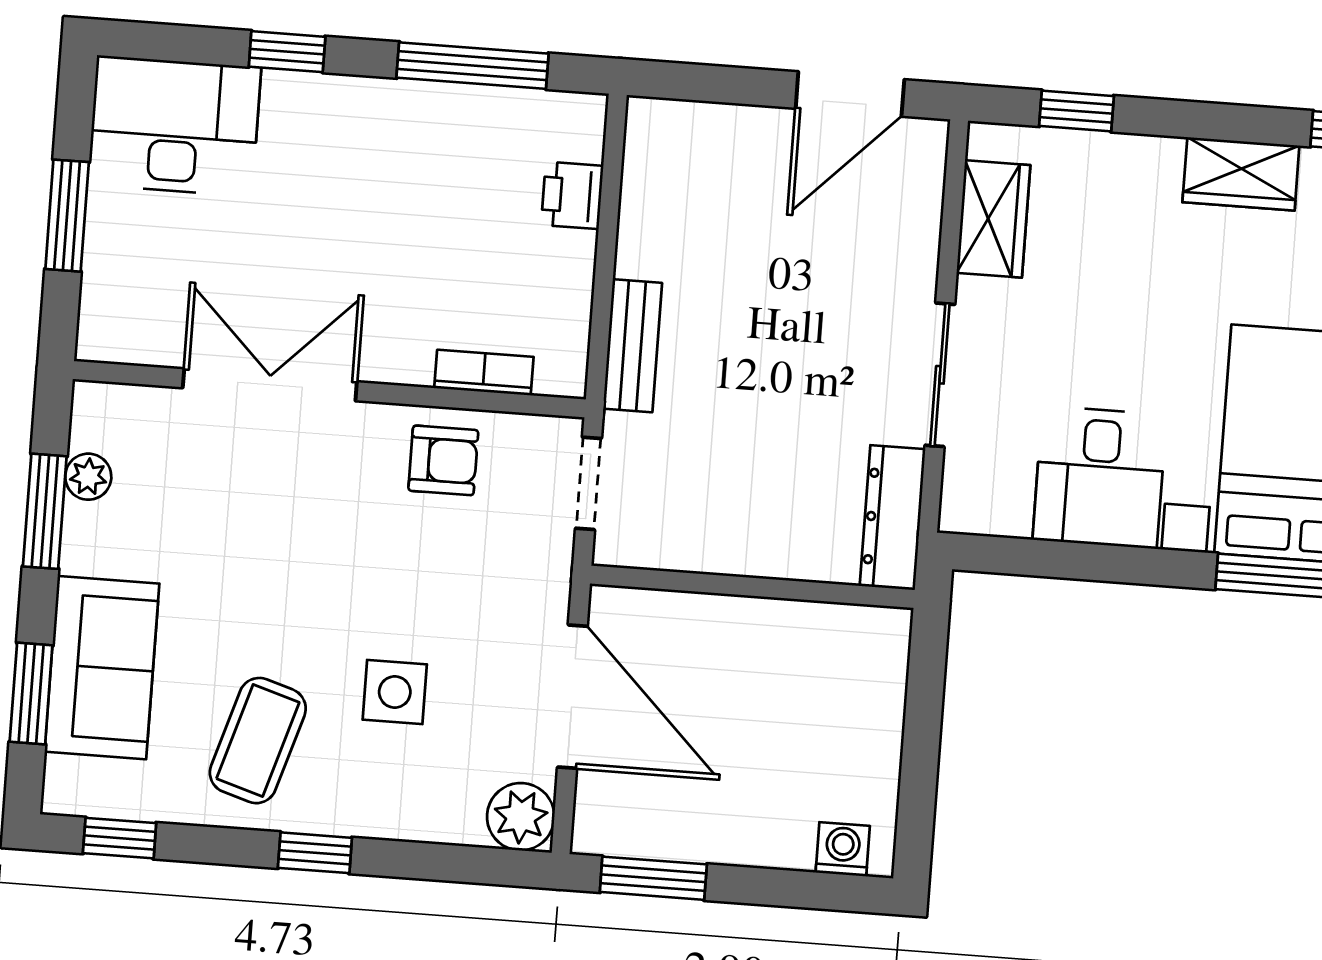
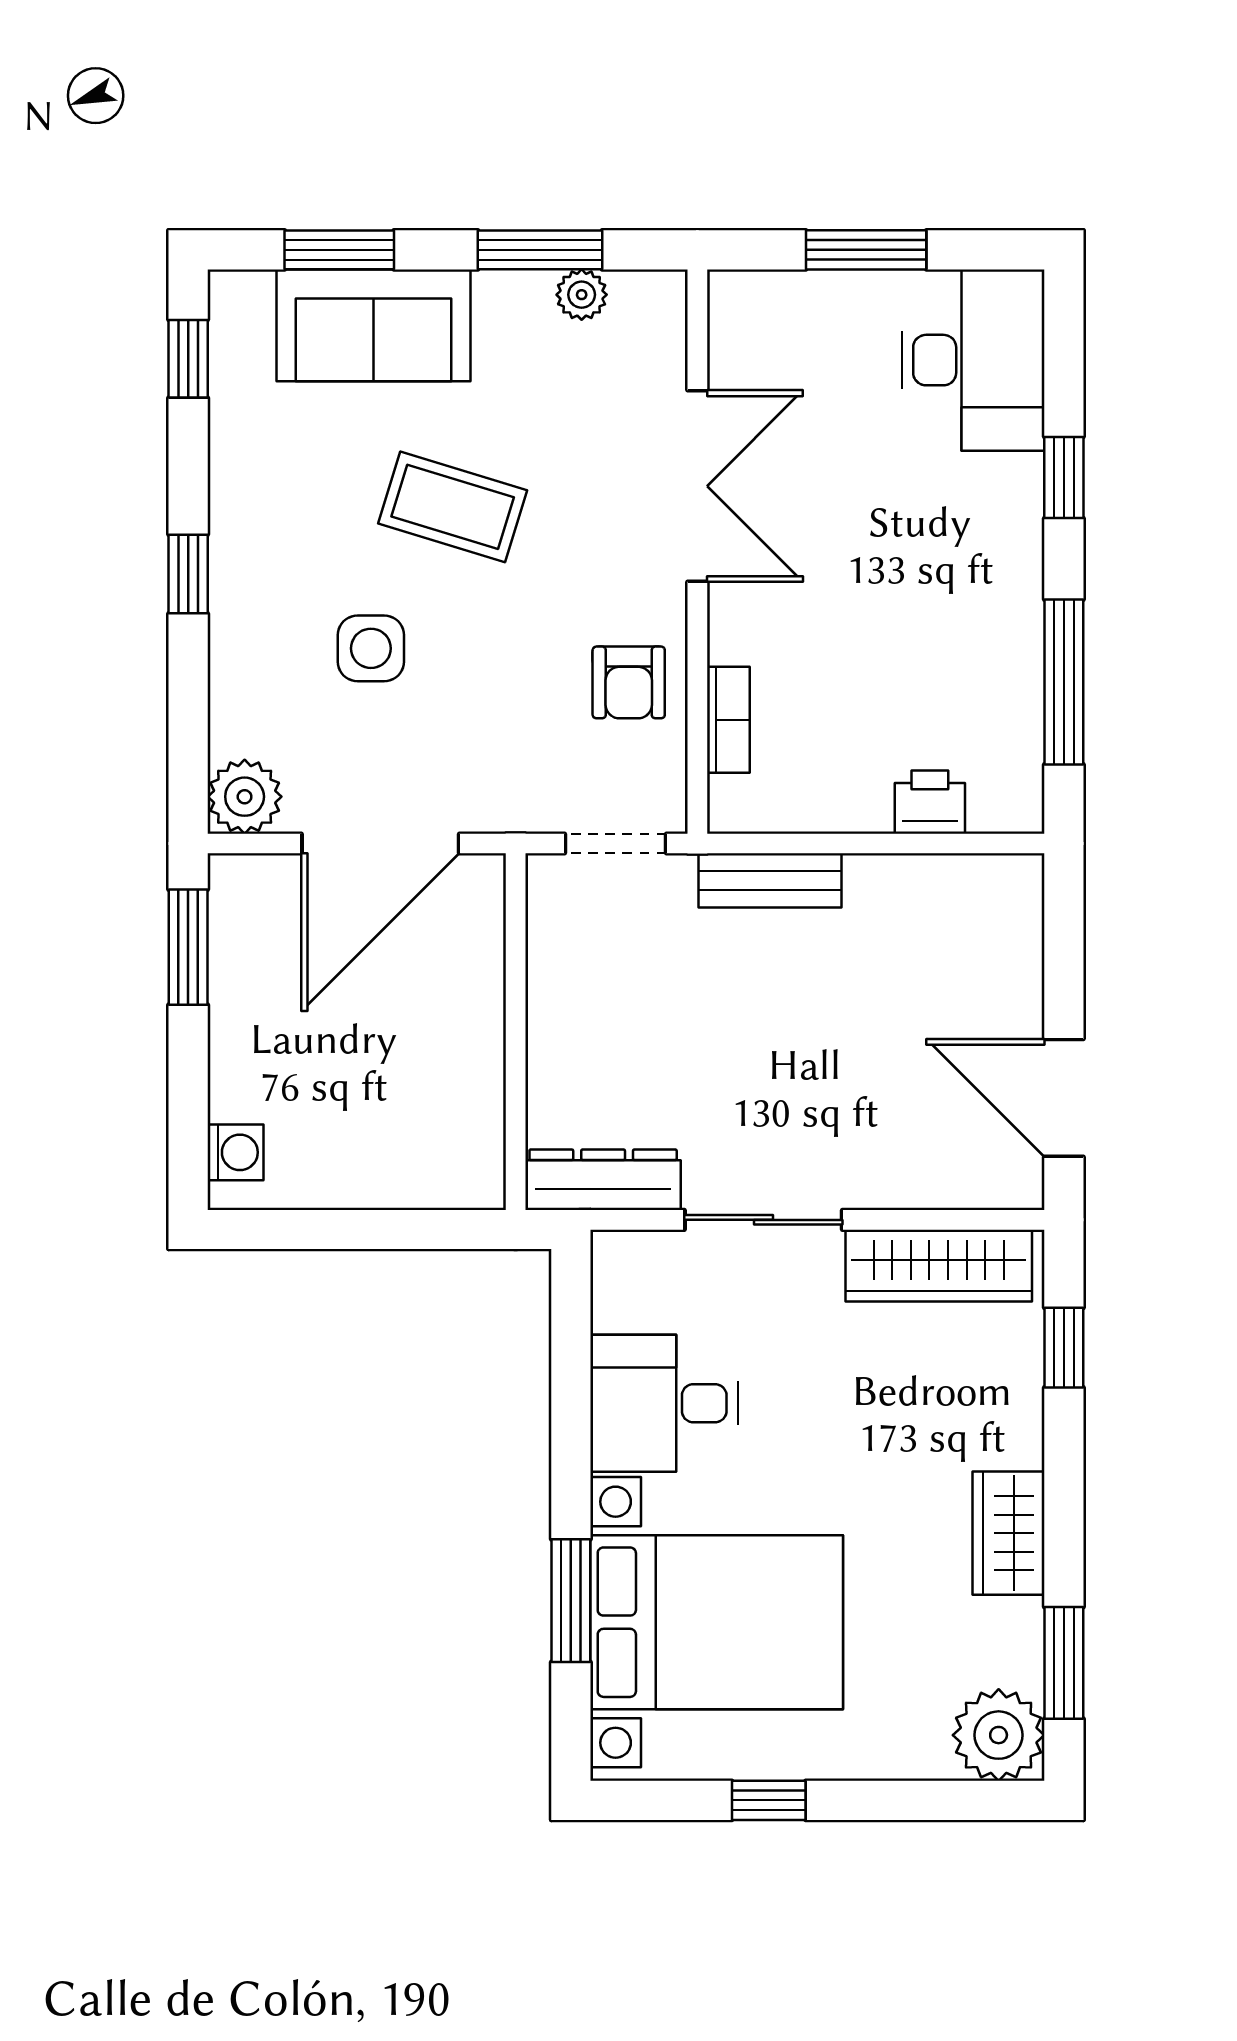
wardrobe: (993, 219) -> (939, 1266), width x1.50
coffee table: (258, 741) -> (453, 507), moved

